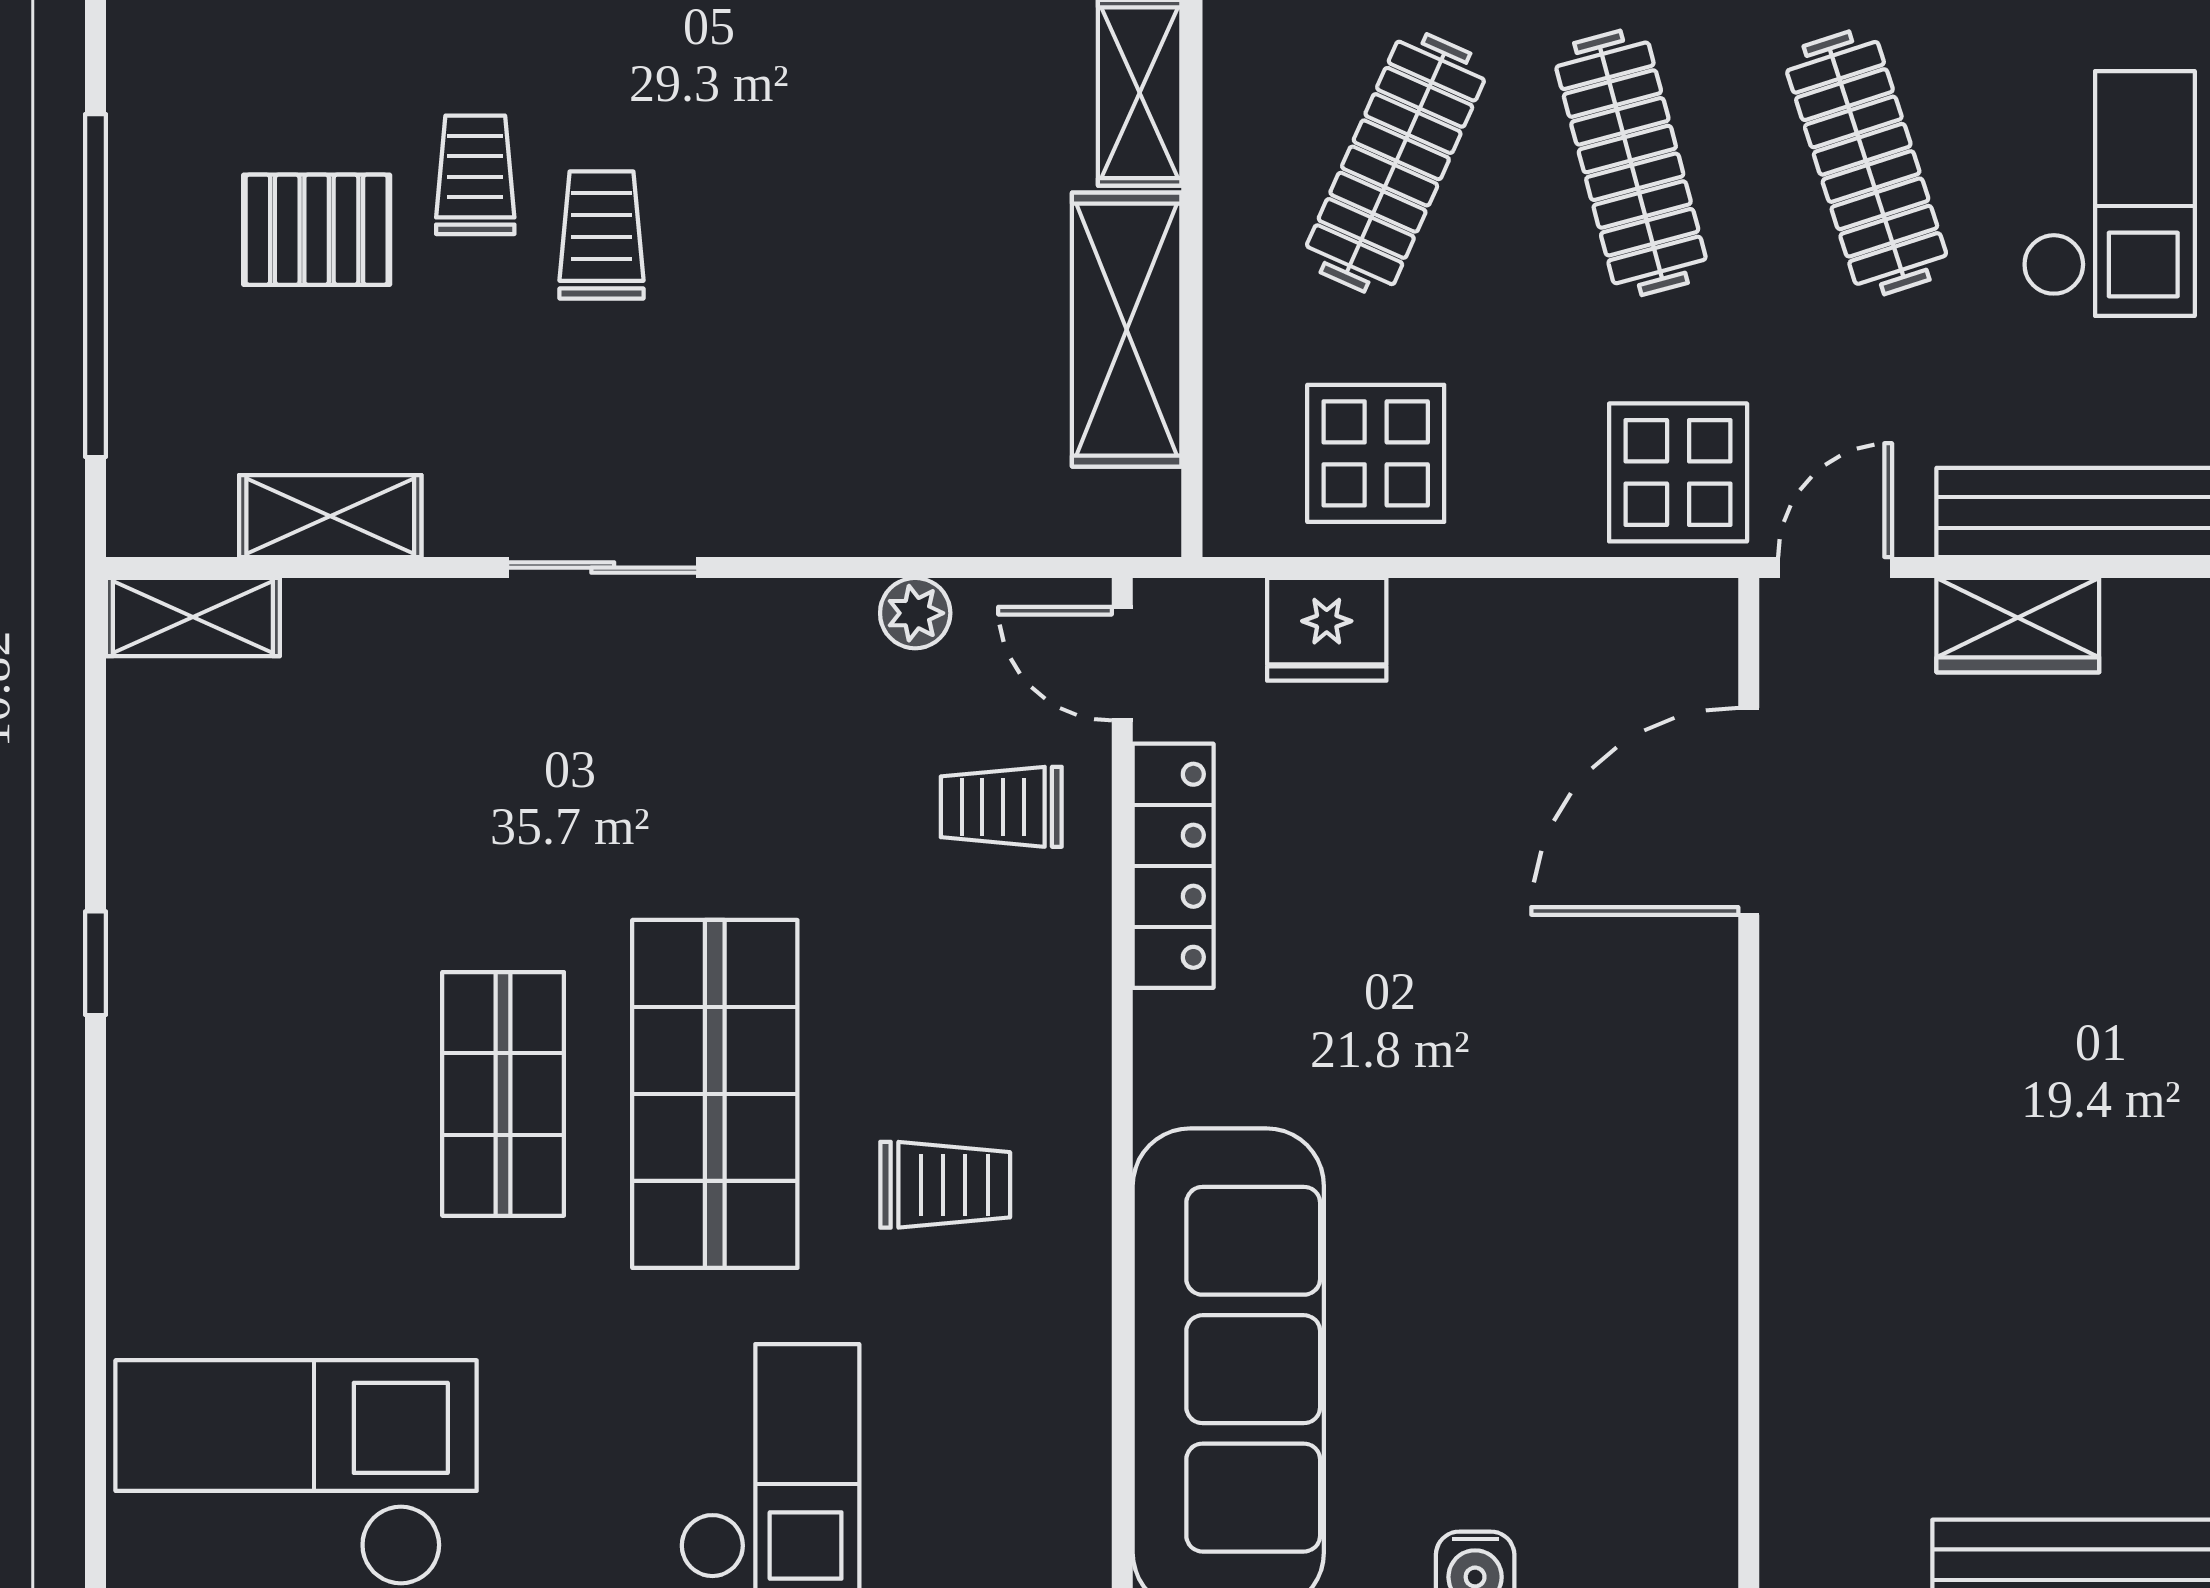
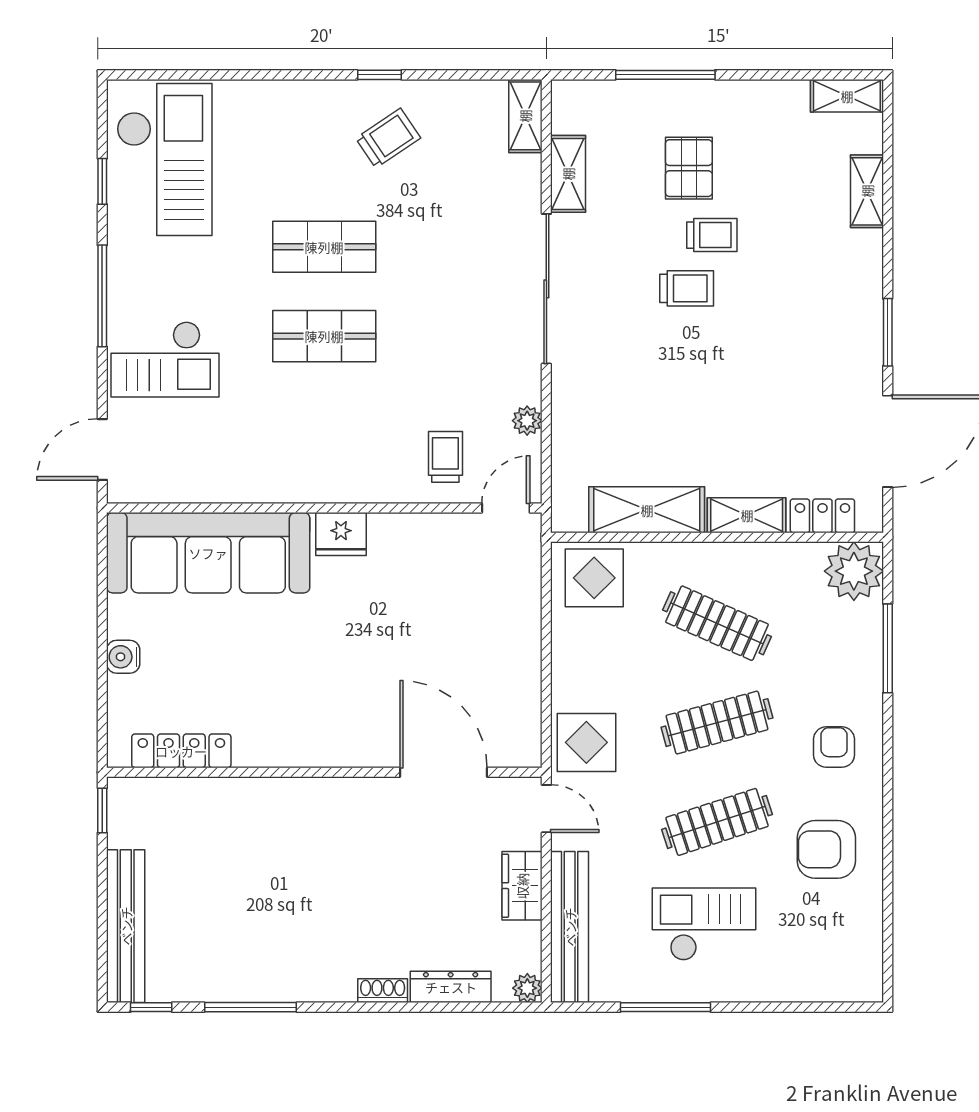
checkout: (2109, 193) -> (704, 924), turned 180
window: (96, 286) -> (665, 75), width x0.68
display table: (1376, 453) -> (594, 578), moved
sliding door: (603, 568) -> (546, 289), width x1.86
fridge: (1327, 629) -> (341, 534), moved, turned -90
locker: (1173, 866) -> (181, 751), moved, turned 180
shop shelf: (715, 1094) -> (324, 336), width x0.70, depth x0.74
trolley: (945, 1185) -> (388, 138), moved, turned -124

